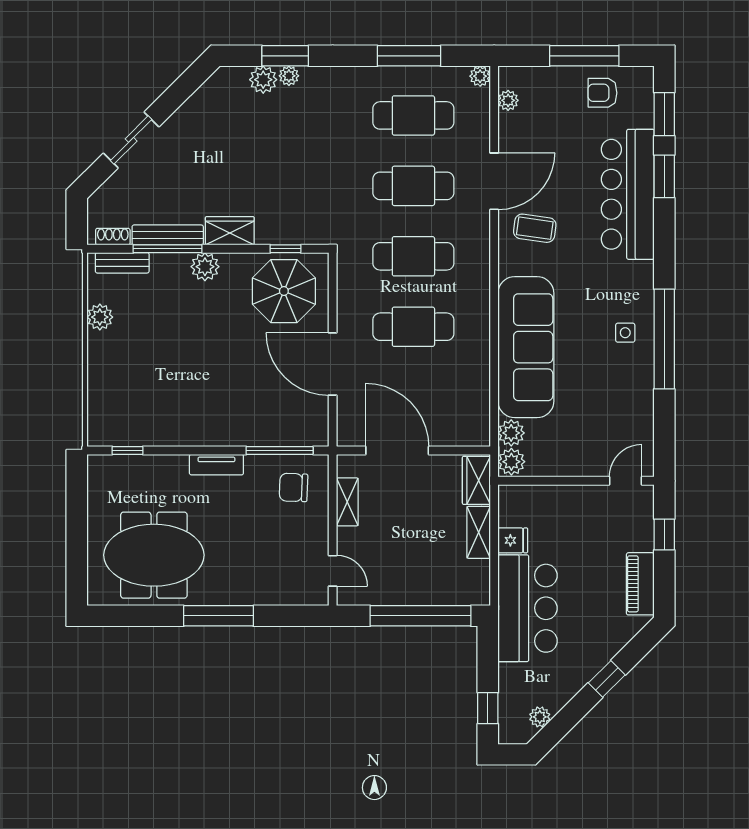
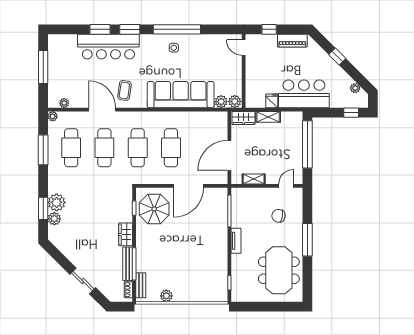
plant: (289, 76) -> (57, 202), width x1.88, depth x1.88
armchair: (603, 93) -> (61, 58), removed
window: (664, 114) -> (130, 29), moved
plant: (205, 267) -> (143, 246), removed
chair: (294, 487) -> (279, 216), moved, turned 96

